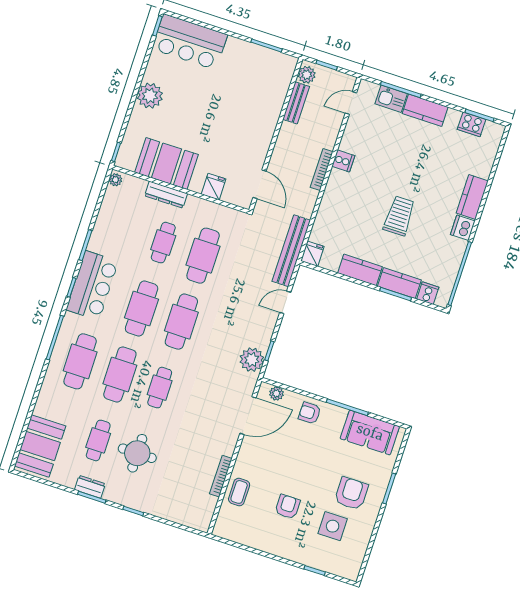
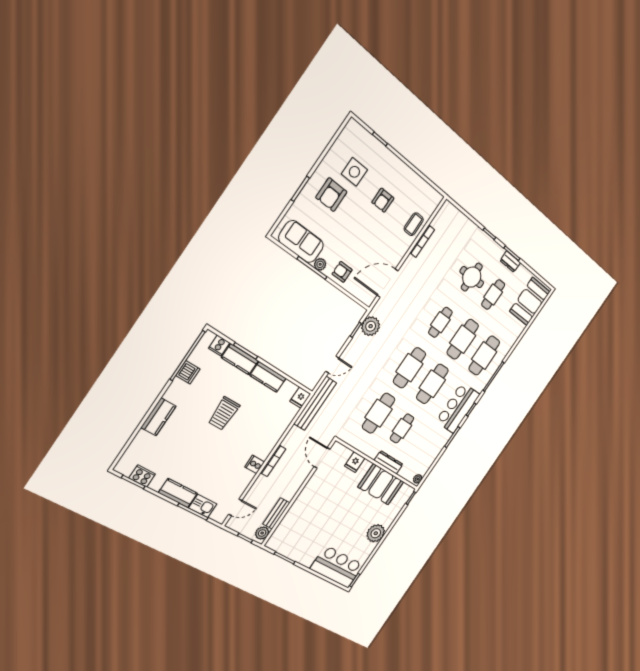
dishwasher: (463, 228) -> (188, 372), moved
plant: (276, 393) -> (320, 264), moved
armchair: (310, 413) -> (342, 272), turned 180

